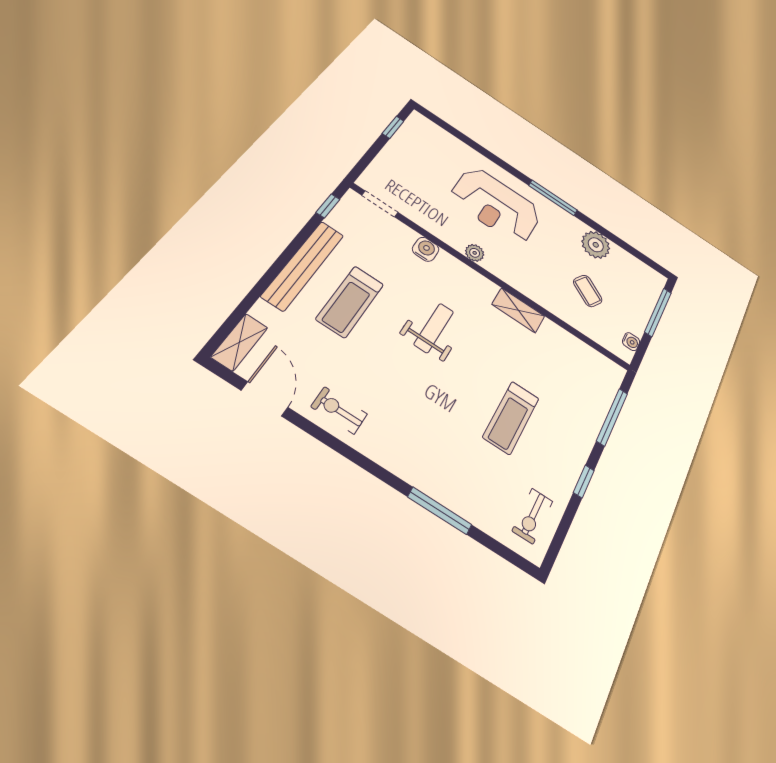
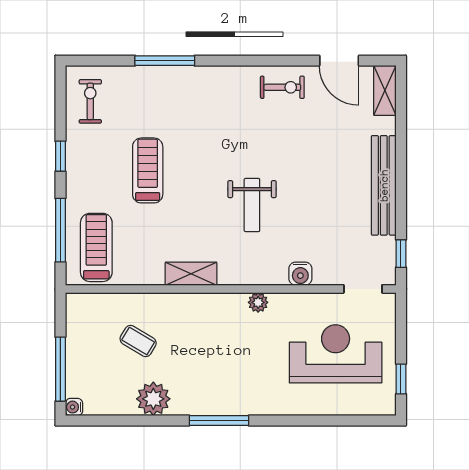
reception desk: (496, 205) -> (336, 354), moved
treadmill: (350, 302) -> (96, 247), moved
water cooler: (631, 342) -> (74, 407), moved

